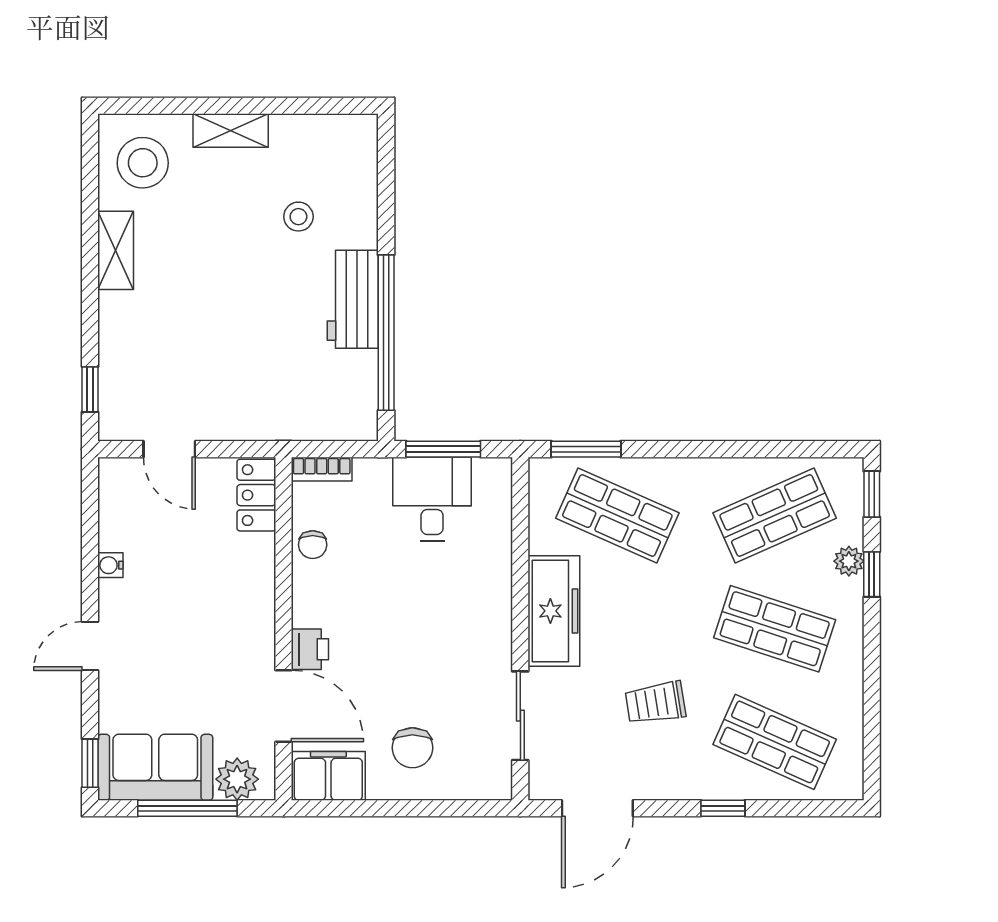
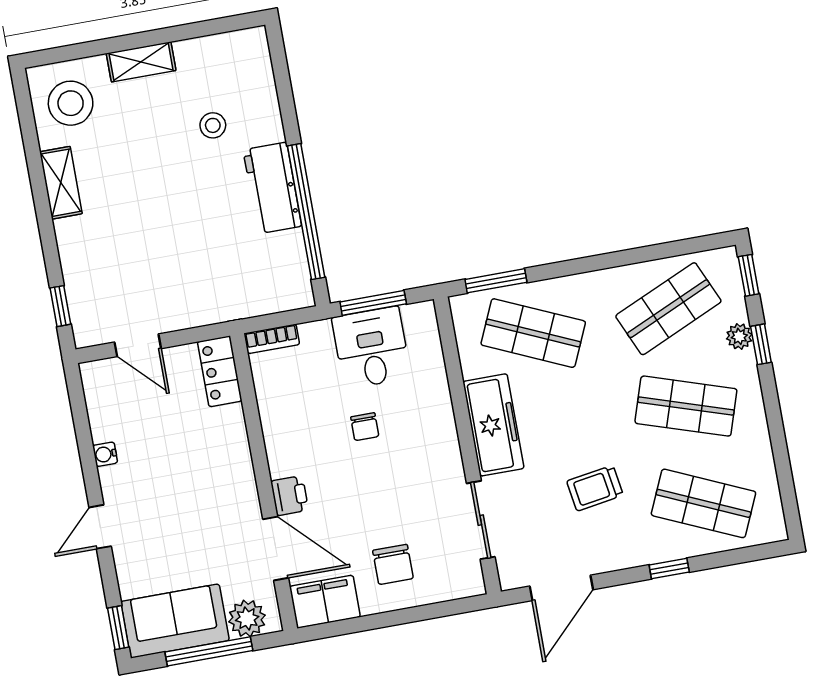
chair: (313, 545) -> (365, 427), moved

